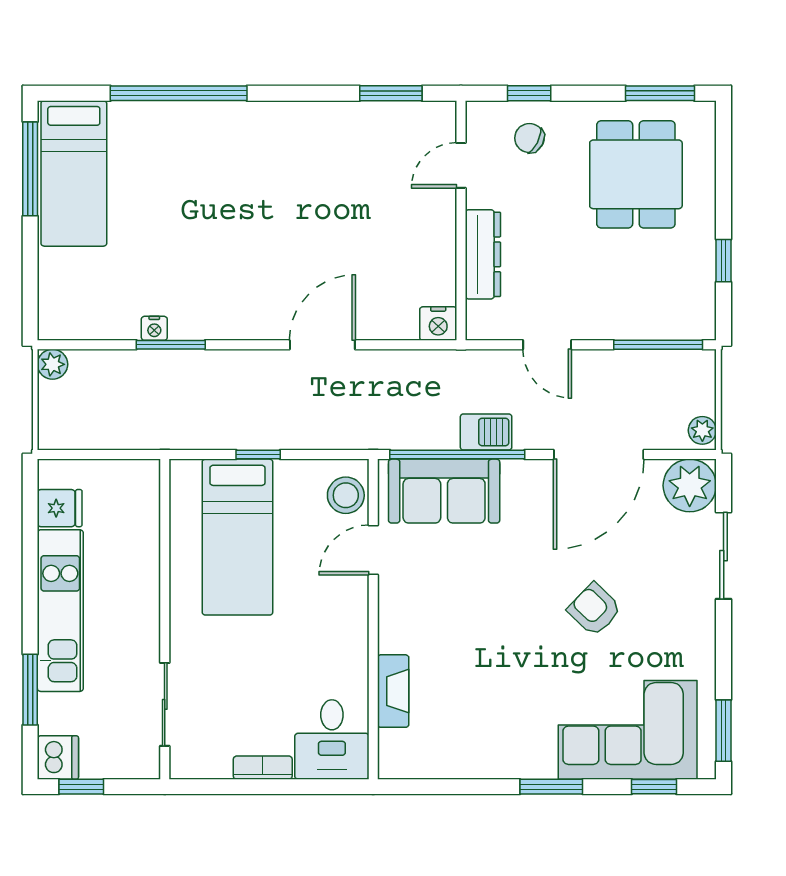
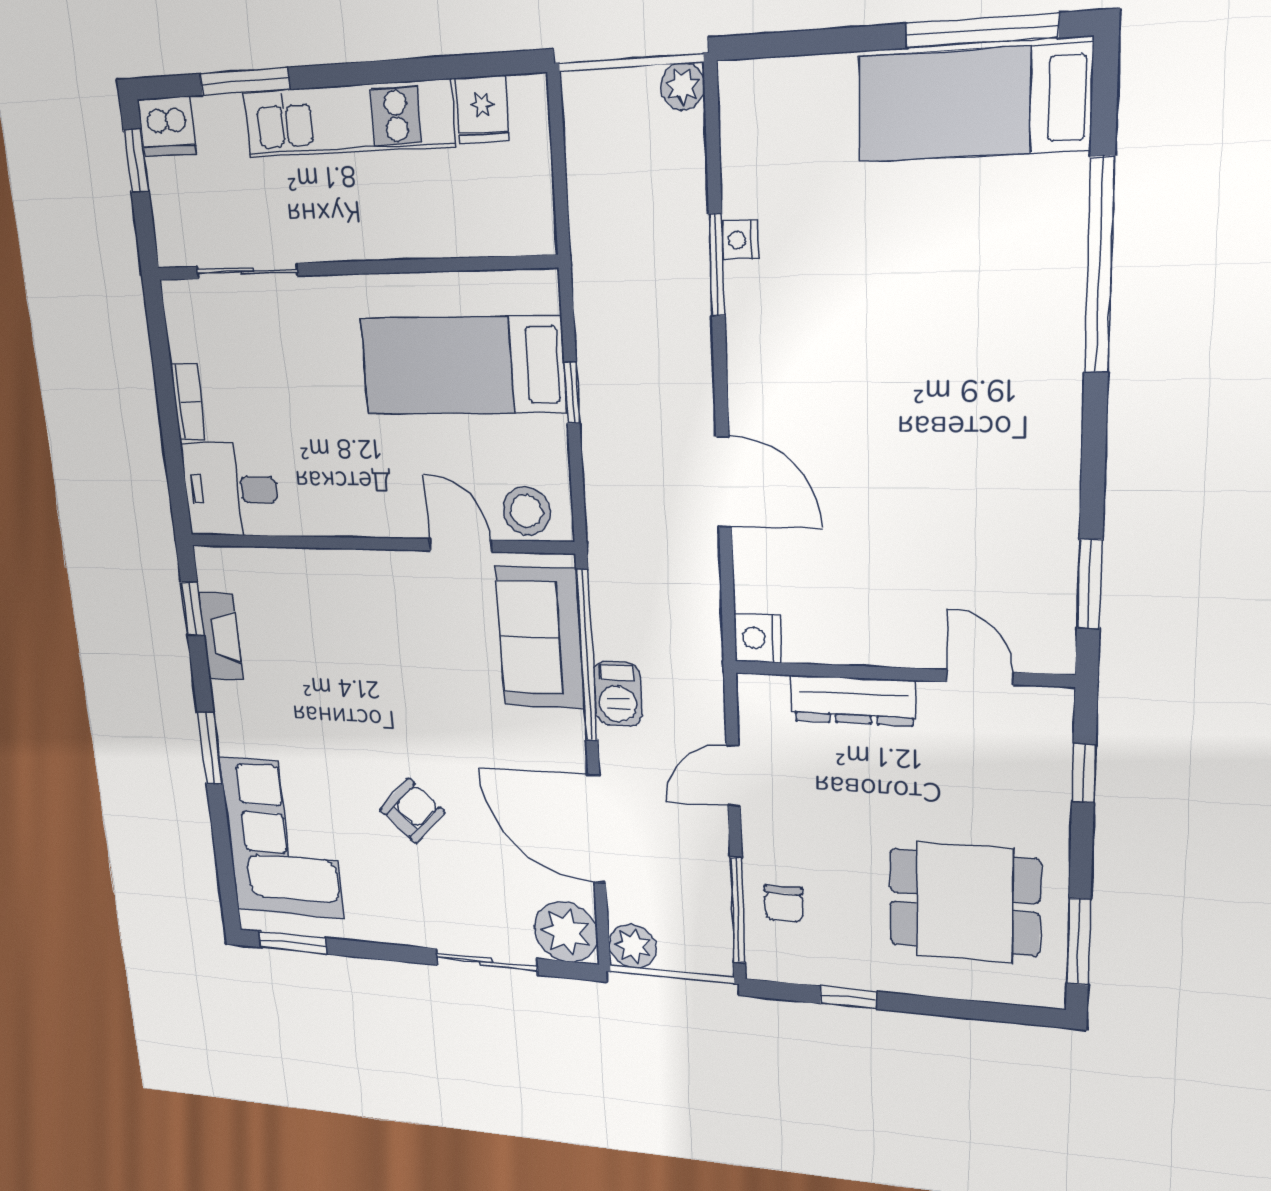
chair: (529, 138) -> (784, 904), moved, turned 153
plant: (702, 430) -> (633, 946), width x1.38, depth x1.38
fireplace: (393, 691) -> (221, 636), moved, turned -90
window: (654, 787) -> (193, 609), moved

